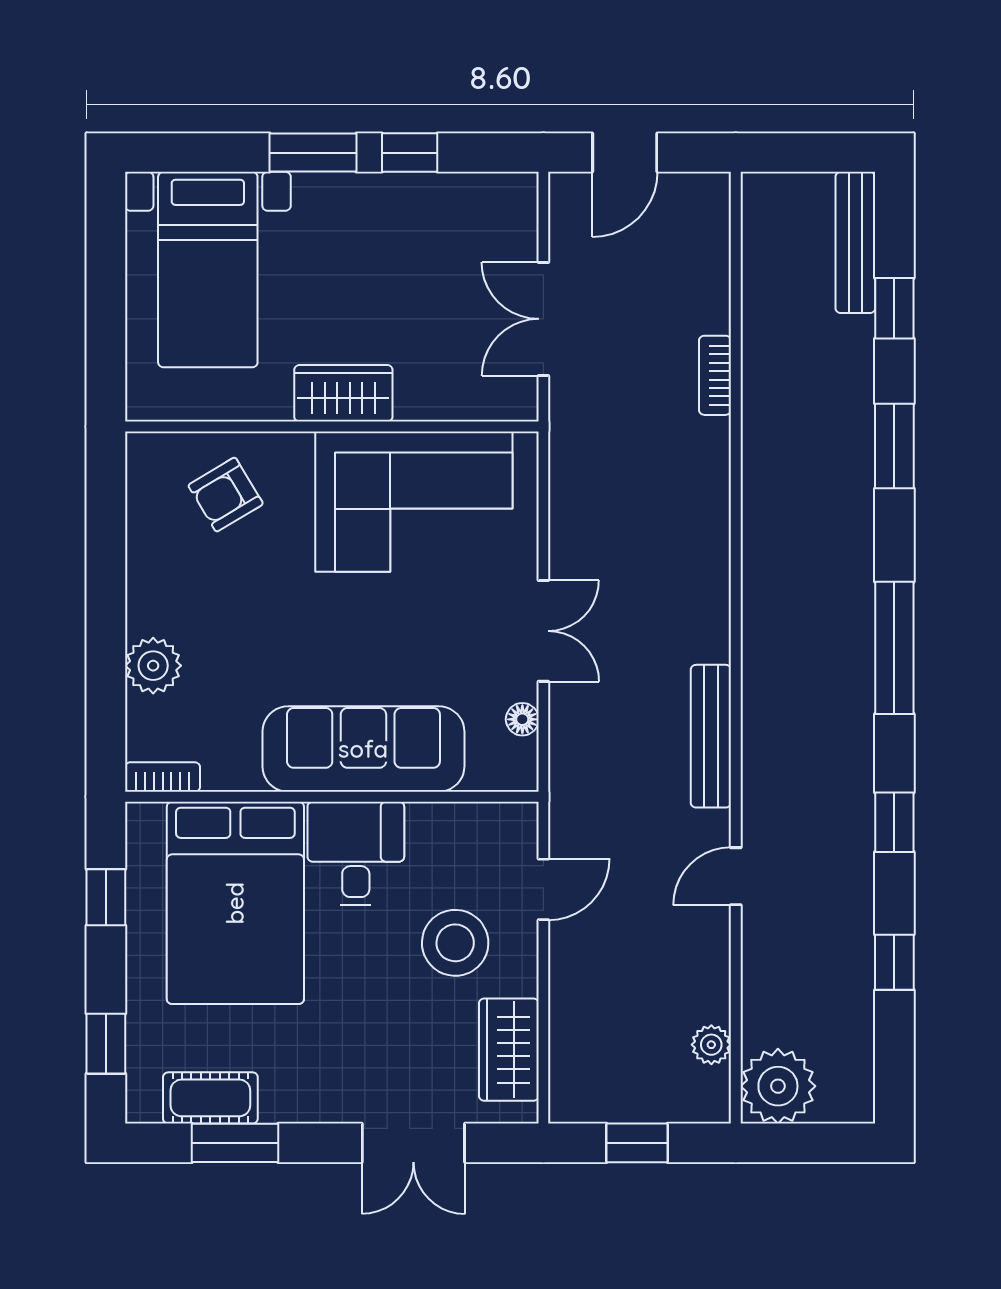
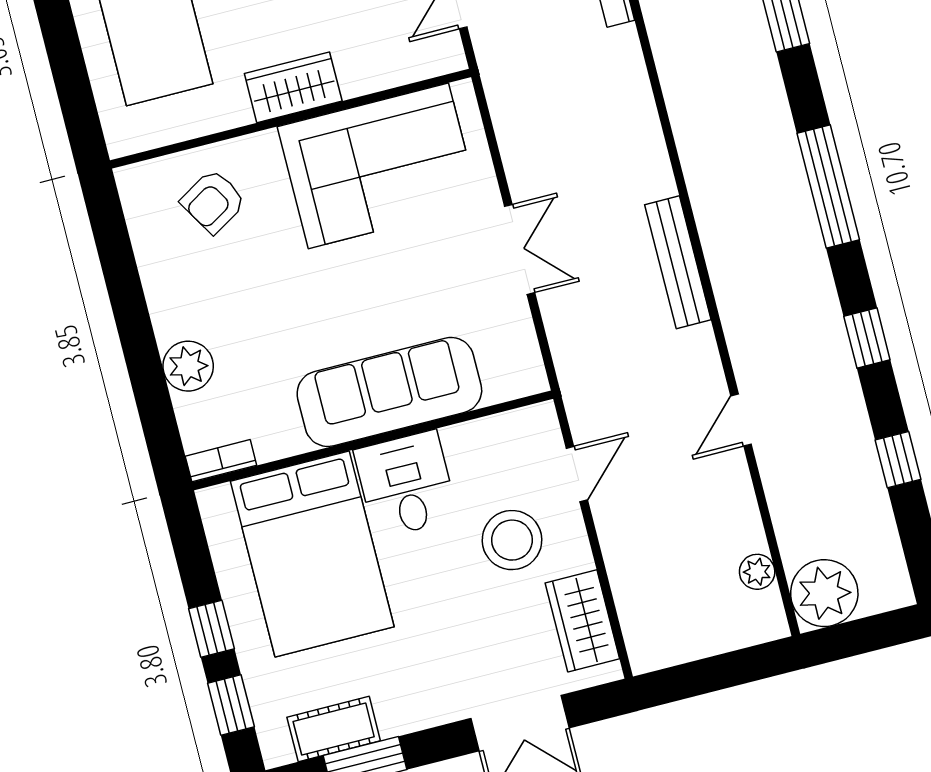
floor lamp: (522, 719) -> (521, 331), removed
bench: (711, 736) -> (678, 262), moved
window: (106, 897) -> (211, 629), moved
window: (637, 1143) -> (714, 674), removed

